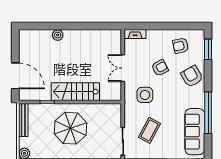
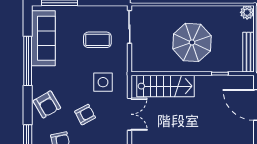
armchair: (160, 68) -> (85, 115), turned 180
stairs: (75, 92) -> (165, 86), moved
coffee table: (150, 130) -> (97, 40), turned 62

